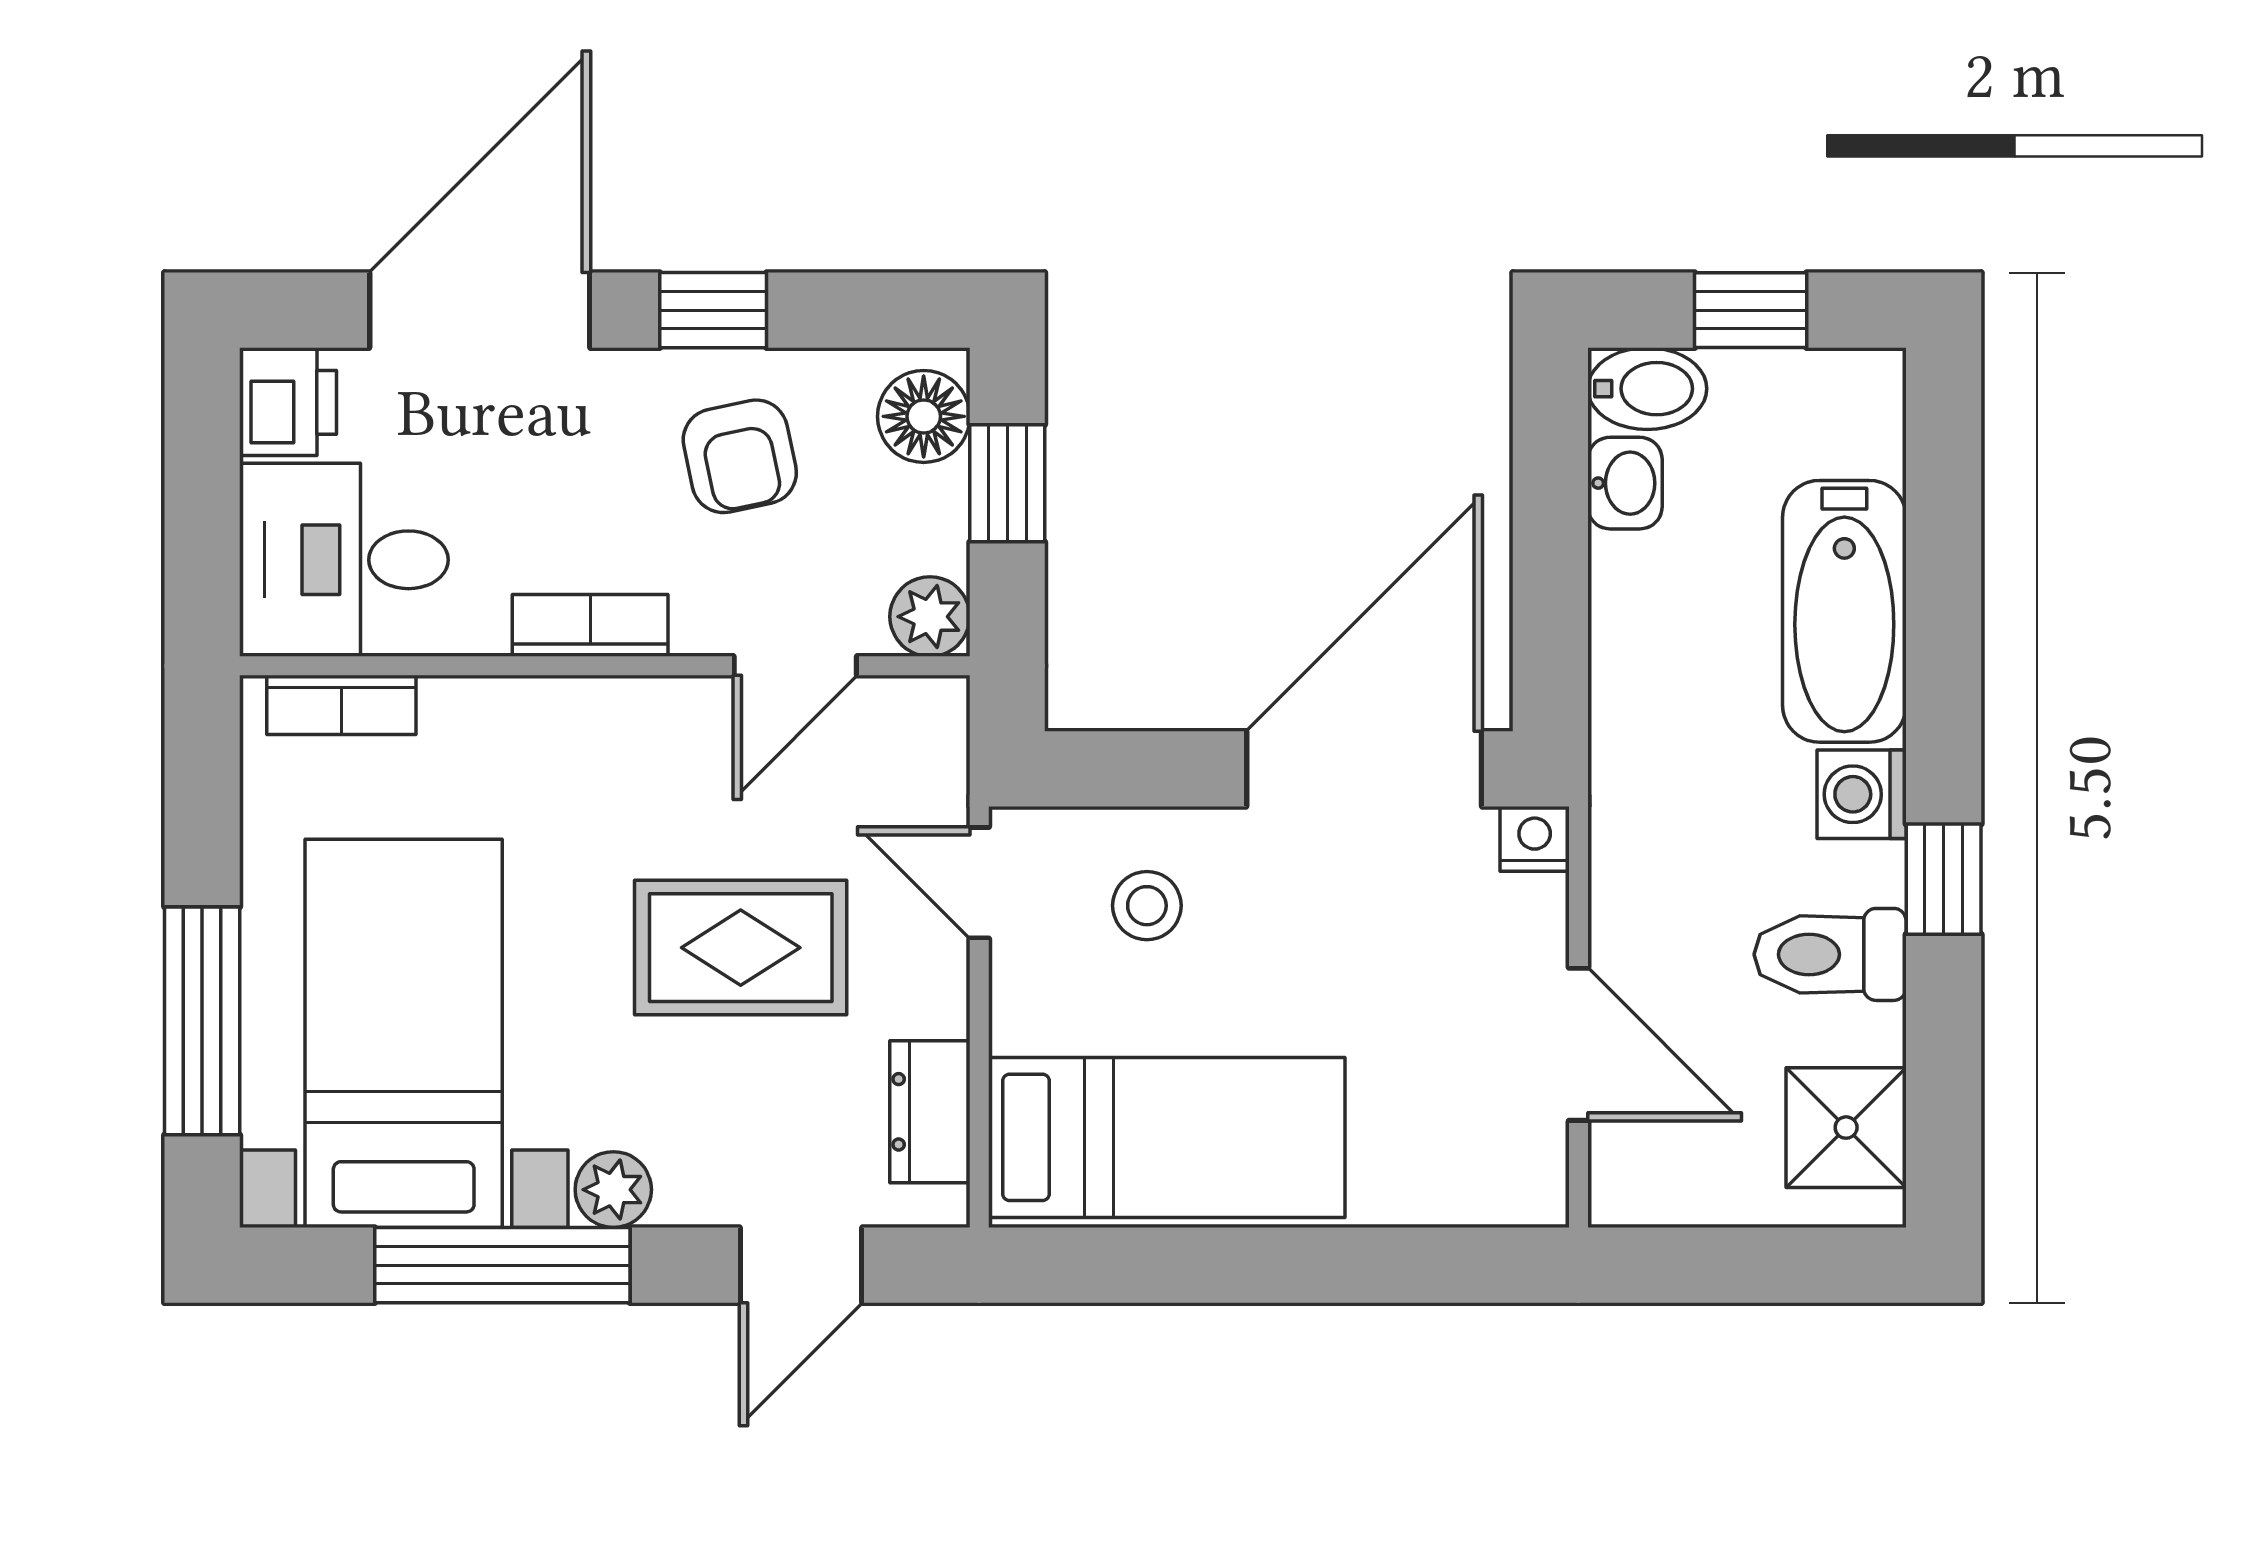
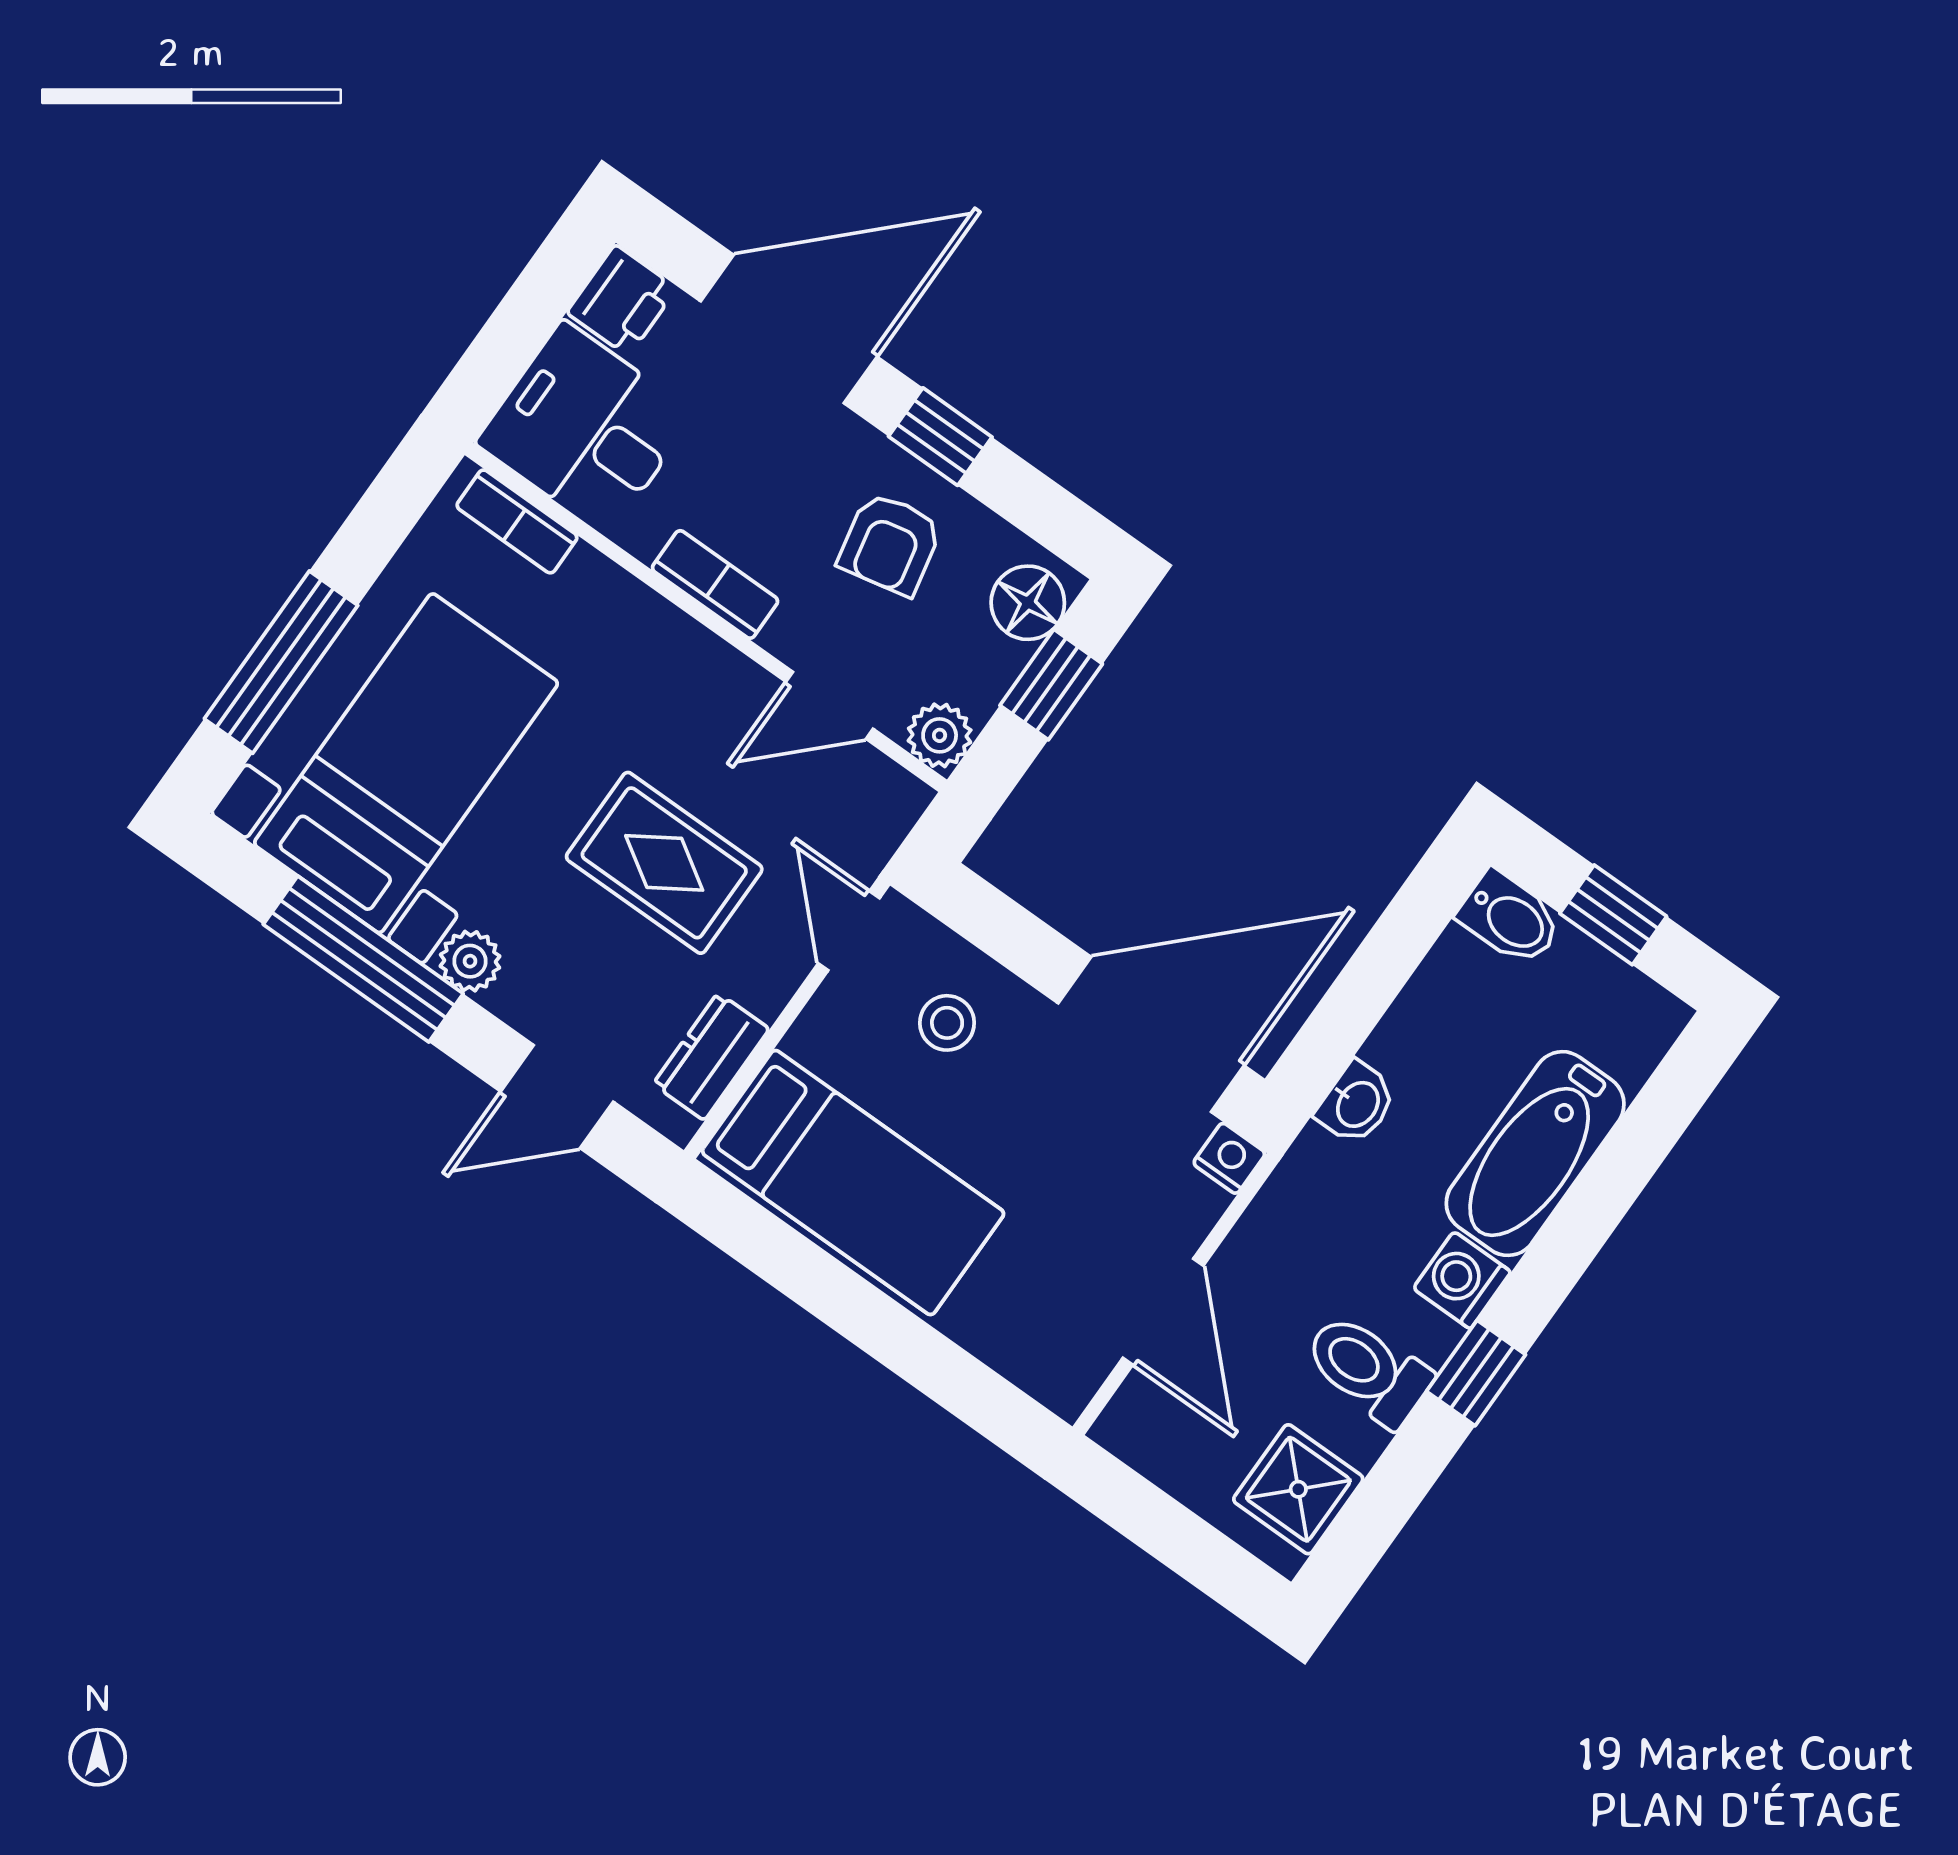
washbasin: (1625, 483) -> (1357, 1103), moved

